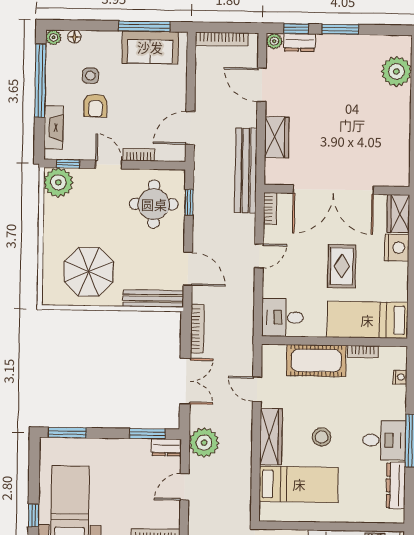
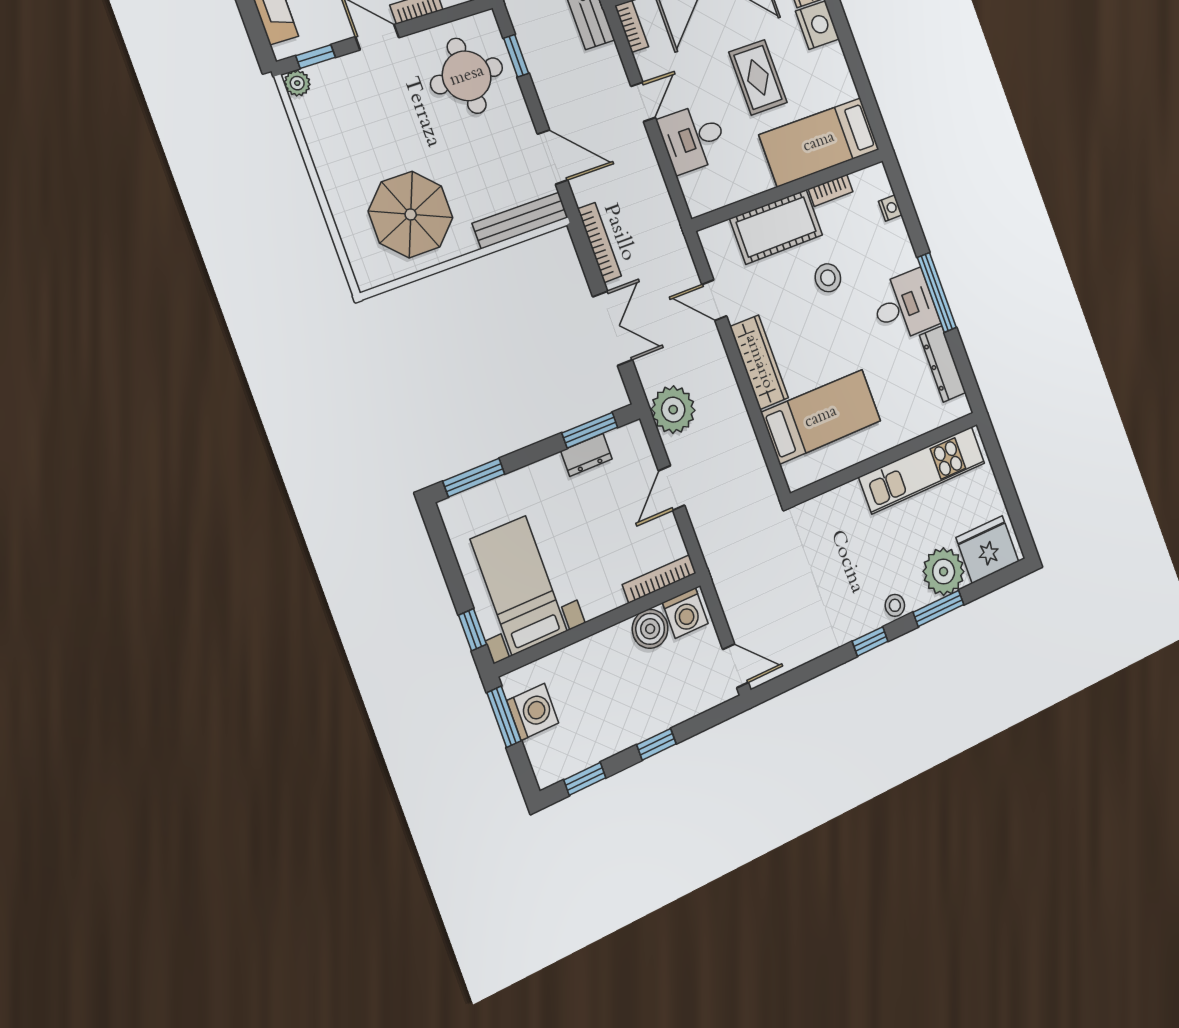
plant: (58, 182) -> (297, 83), width x0.53, depth x0.53
desk: (283, 317) -> (693, 138), moved
stool: (322, 437) -> (828, 278), moved
dresser: (166, 447) -> (587, 455), moved

